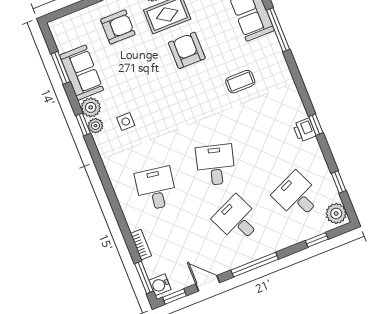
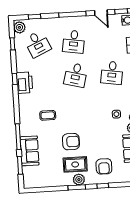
armchair: (118, 27) -> (104, 166), turned -90
armchair: (187, 50) -> (71, 142), turned -90
printer: (304, 130) -> (24, 83), width x1.87, depth x1.48
desk: (237, 220) -> (74, 42), turned 33

